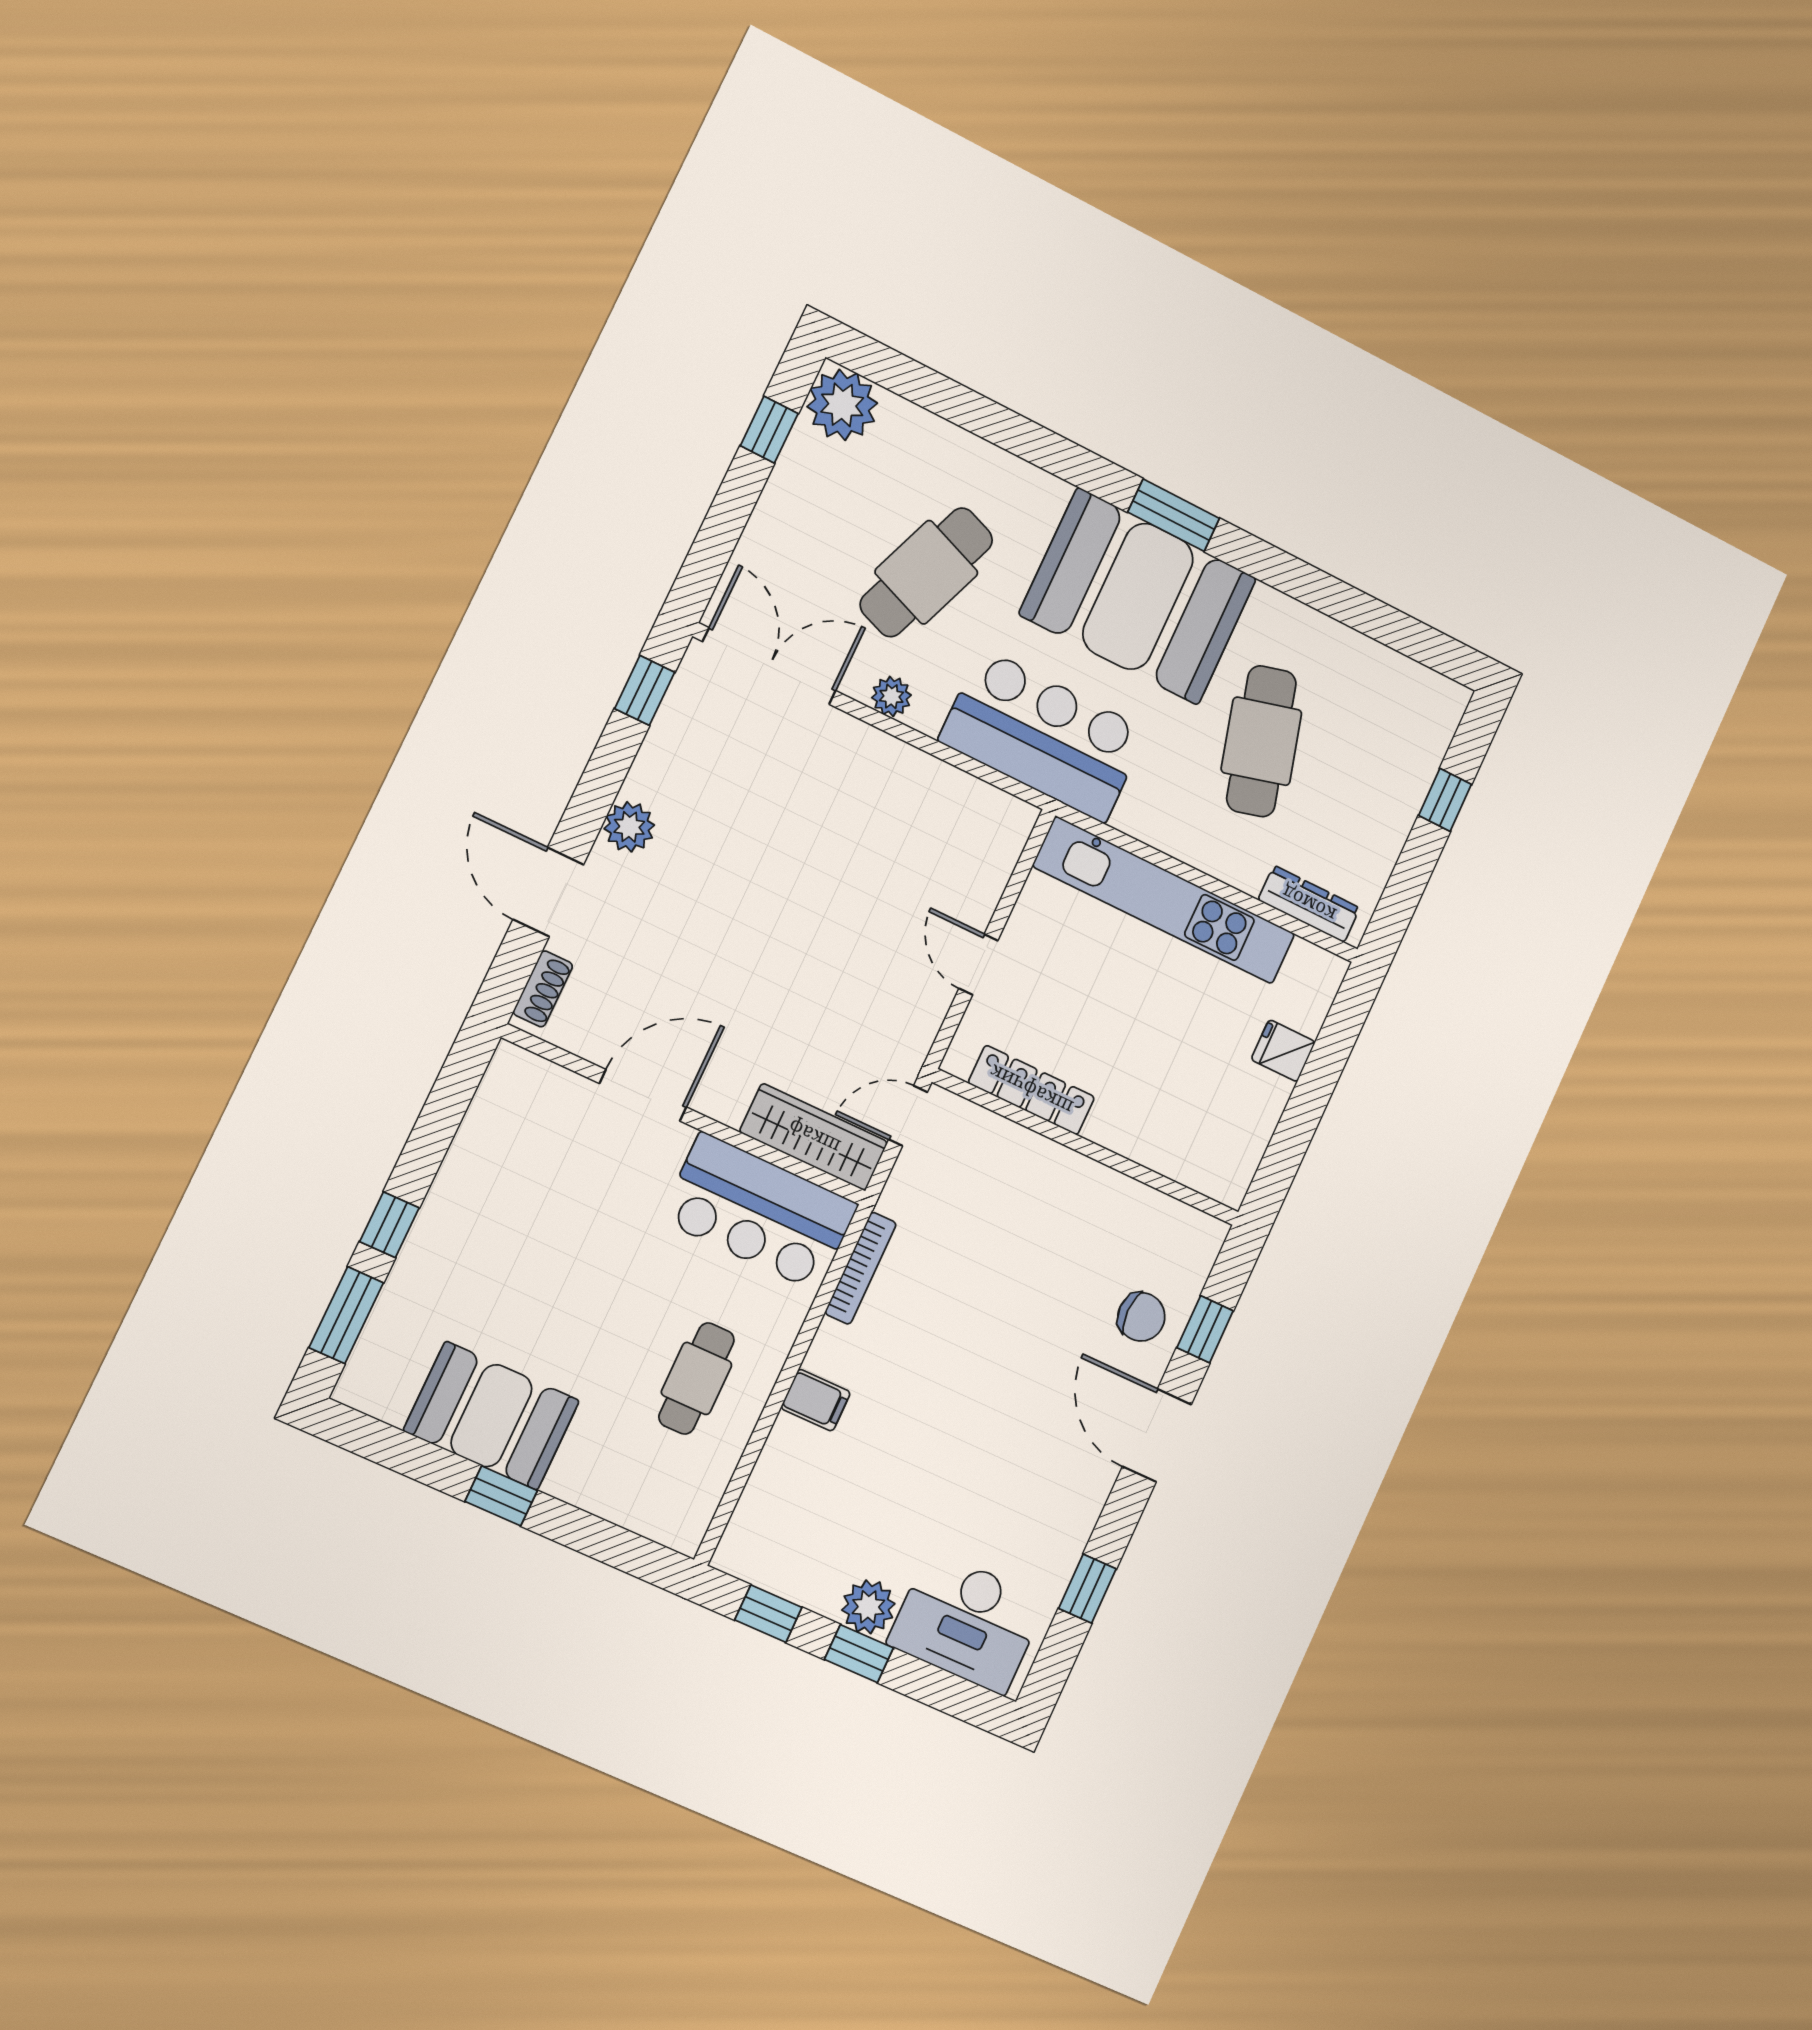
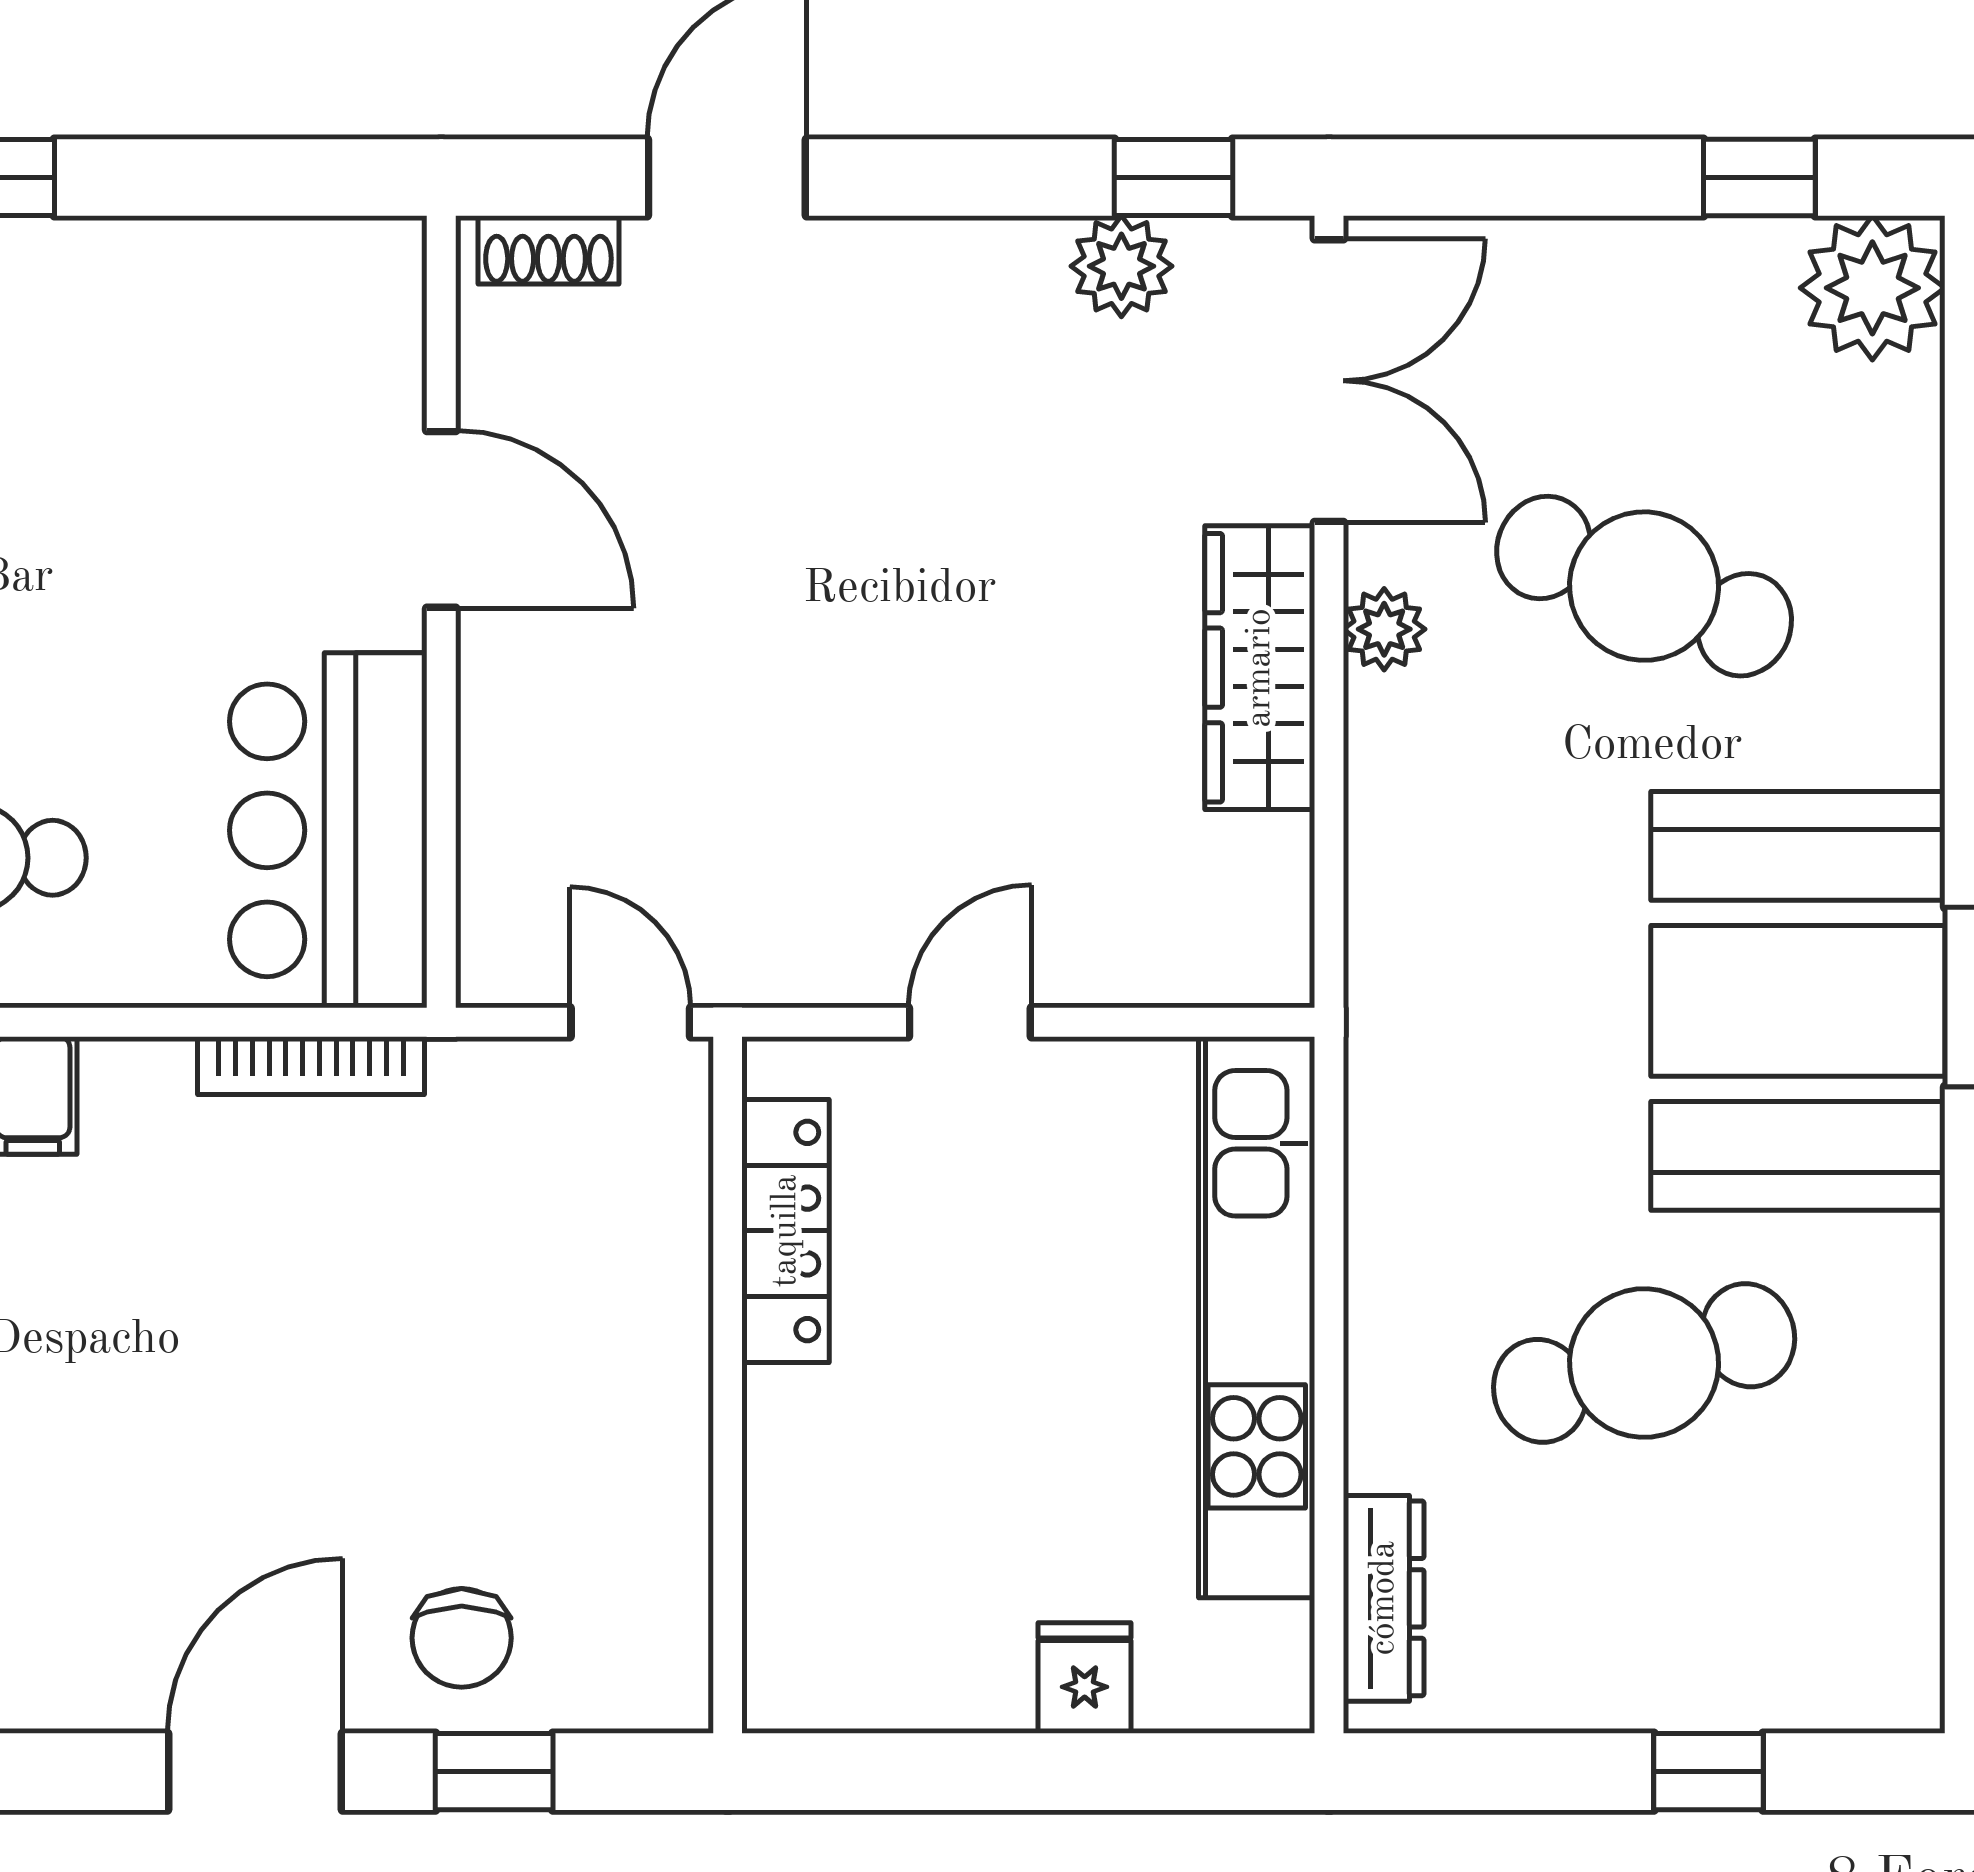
bar counter: (1043, 736) -> (1451, 945), removed
plant: (629, 827) -> (1121, 266), moved
wardrobe: (814, 1137) -> (1260, 668), moved, turned 180

